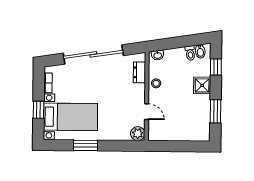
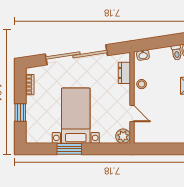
bed with nightstands: (71, 117) -> (76, 116), moved, turned -90

